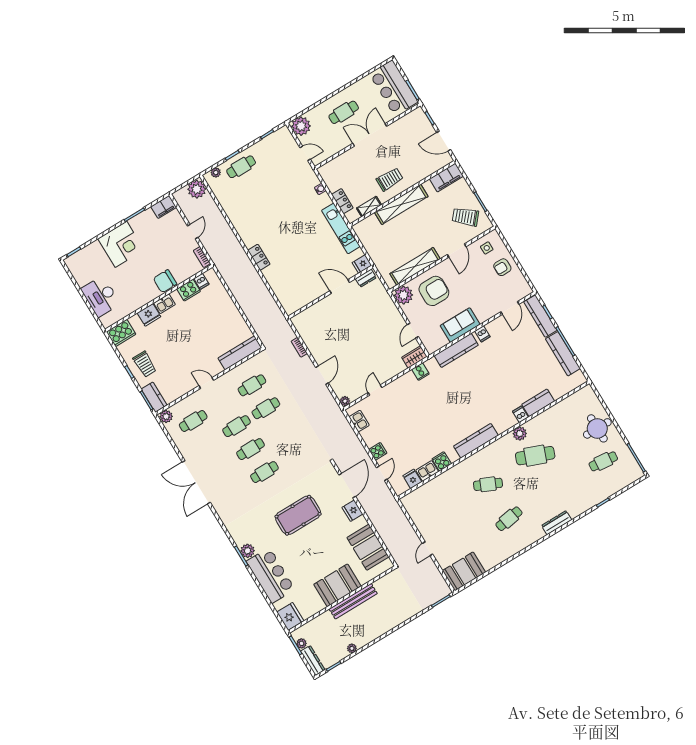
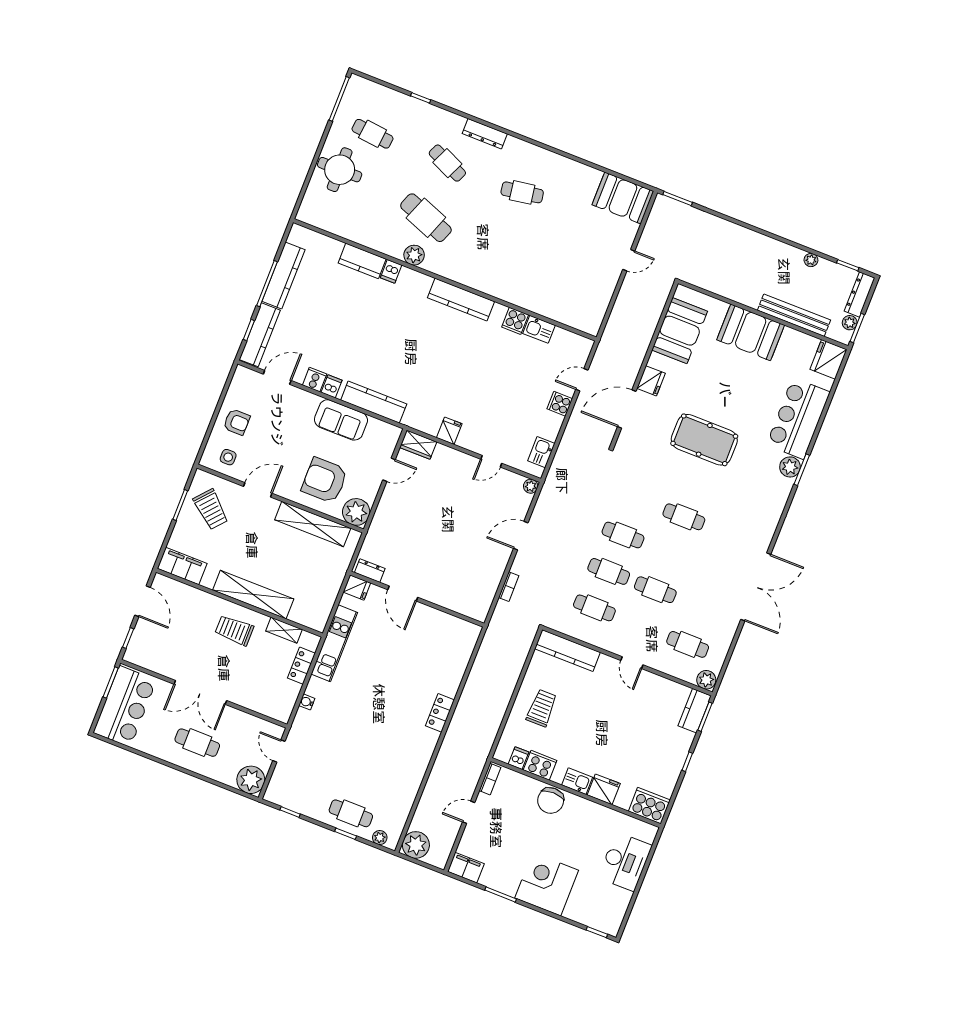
chair: (165, 281) -> (551, 801), turned 90
trolley: (145, 364) -> (542, 708), moved
cooker: (420, 372) -> (315, 380), moved
cafe table: (250, 449) -> (623, 535), moved
fridge: (412, 479) -> (449, 431), moved, turned 180
cafe table: (488, 484) -> (447, 163), moved
bench: (353, 601) -> (794, 315), moved

